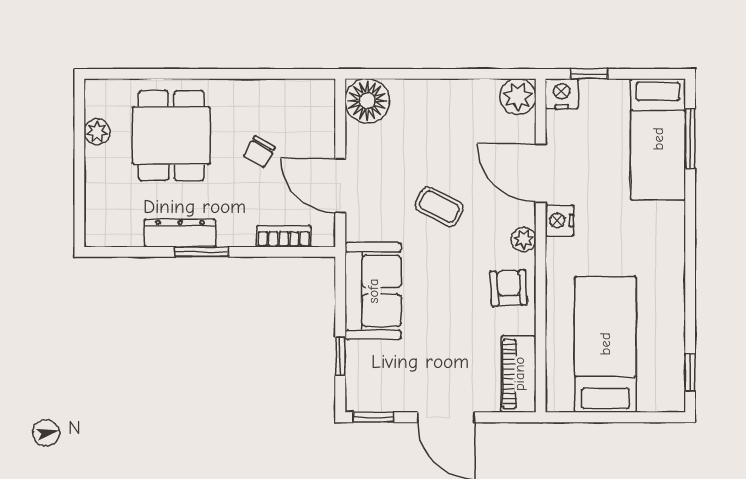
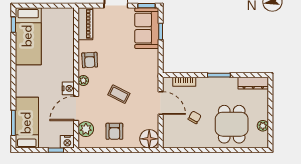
plant: (518, 97) -> (86, 129), moved
armchair: (450, 119) -> (114, 131), added
door: (541, 173) -> (76, 108), swing flipped
dresser: (180, 233) -> (253, 83), moved
sofa: (373, 291) -> (147, 28), moved
bed: (605, 344) -> (28, 36), moved

